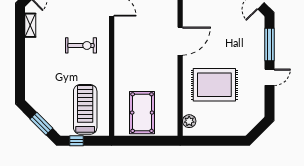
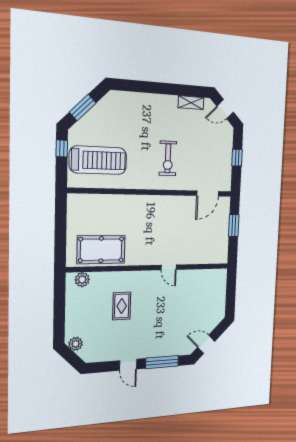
door: (180, 41) -> (169, 267), width x0.53
rug: (214, 85) -> (122, 306), width x0.54, depth x0.49
pool table: (142, 113) -> (101, 250), moved
plant: (246, 126) -> (76, 344), added

